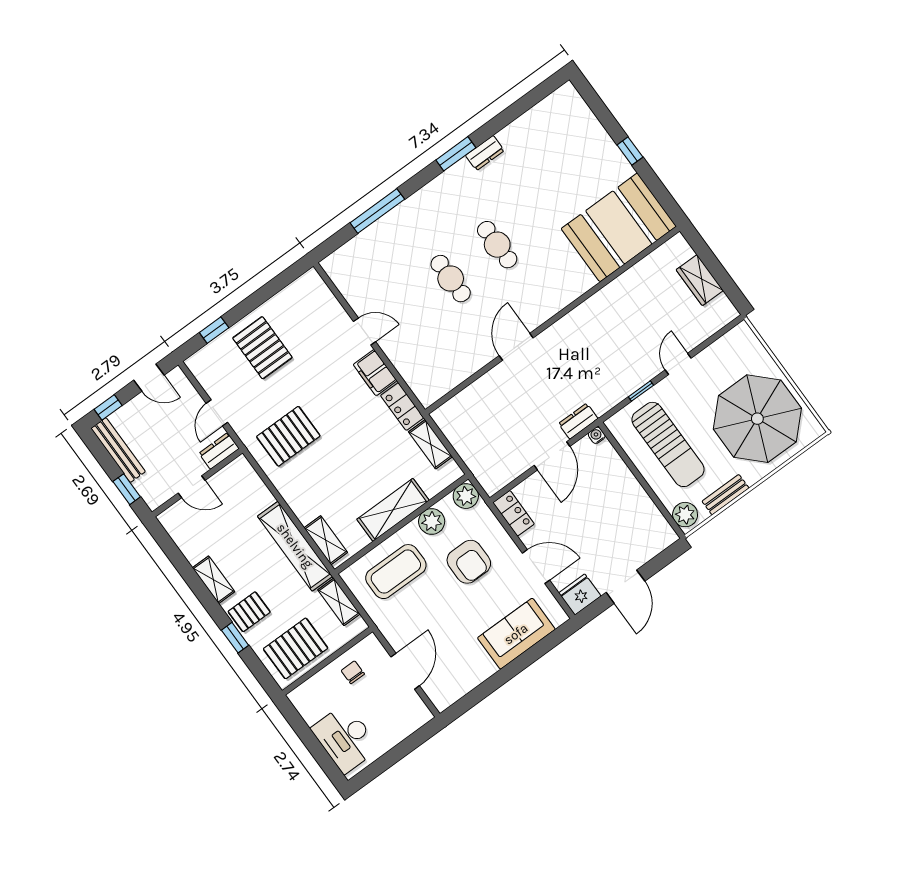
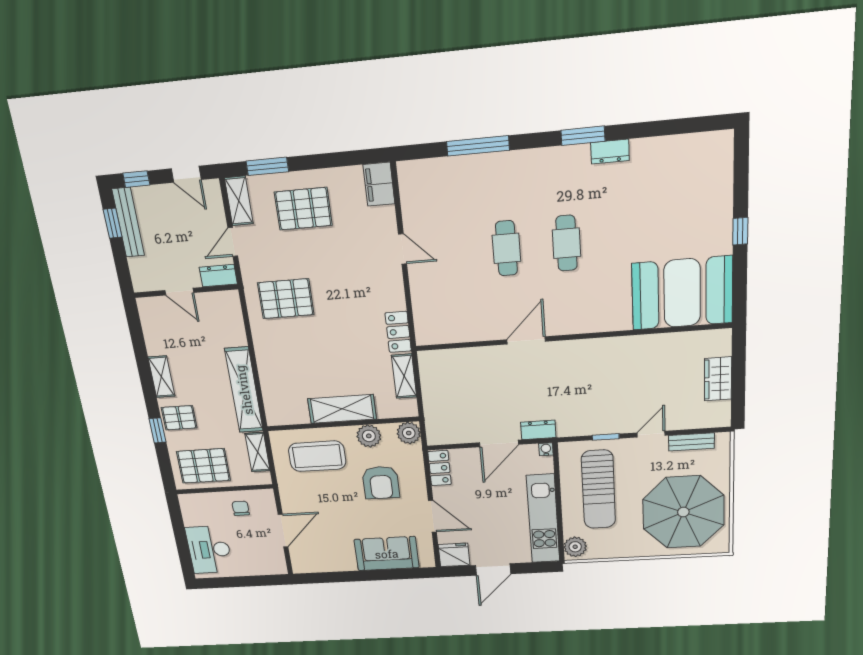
window: (214, 330) -> (267, 166), width x1.50
pallet: (262, 348) -> (303, 209), turned 90
filing cabinet: (375, 373) -> (379, 184), moved
window: (127, 489) -> (113, 223), moved
bench: (726, 495) -> (691, 442), moved
kitchen unit: (638, 505) -> (543, 519), added
shelving: (326, 540) -> (239, 201), moved

